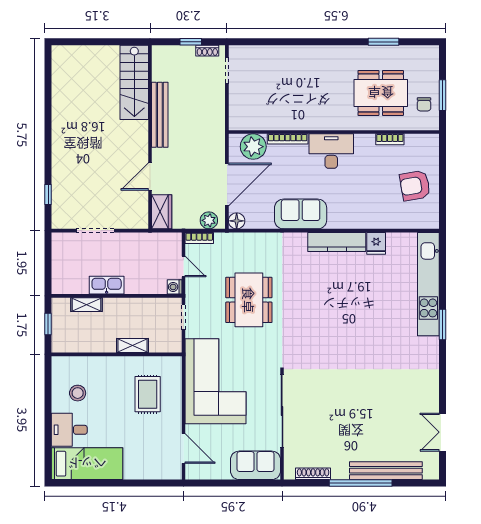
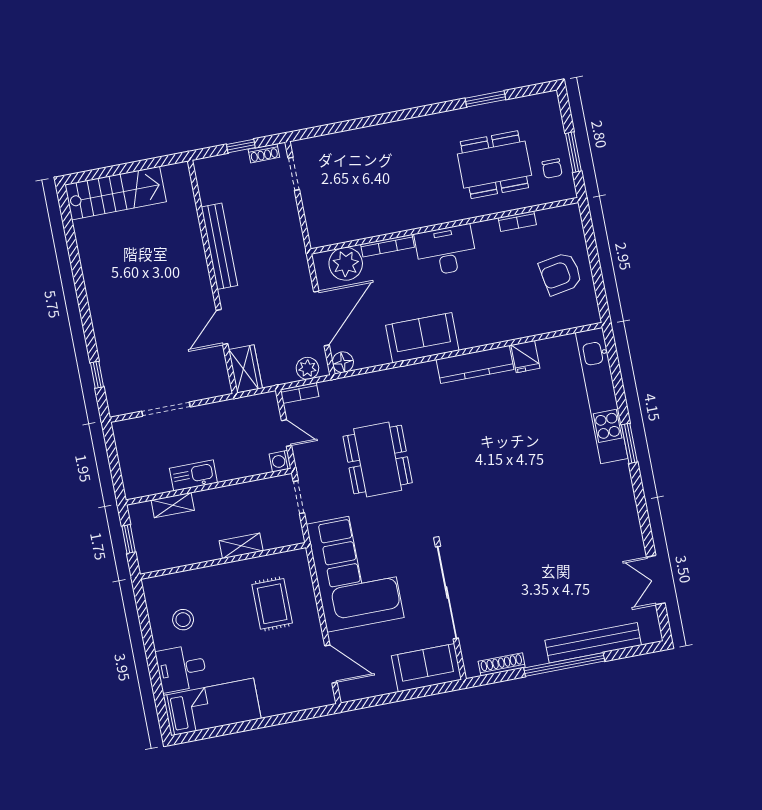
stairs: (134, 82) -> (116, 193), moved, turned -90

